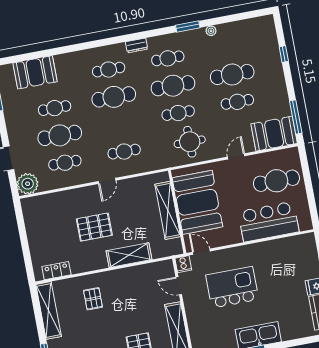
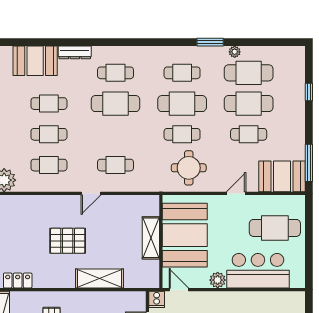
dresser: (137, 45) -> (75, 52), moved, width x1.44
cafe table: (227, 47) -> (249, 73), added
cafe table: (60, 135) -> (49, 134), width x0.73, depth x0.74
shelving: (168, 210) -> (151, 238), width x0.68
plant: (234, 237) -> (218, 280), added

